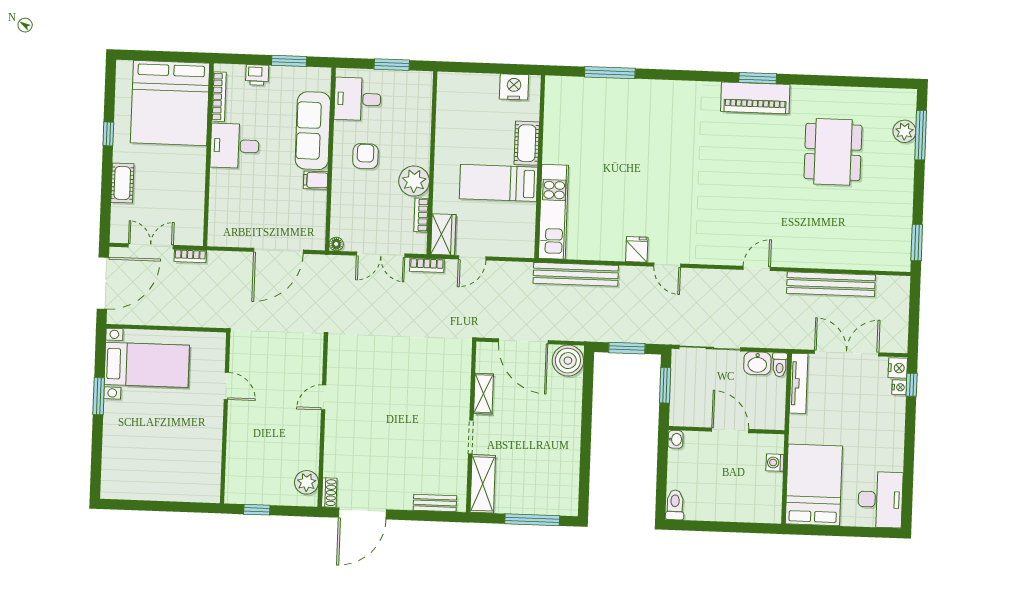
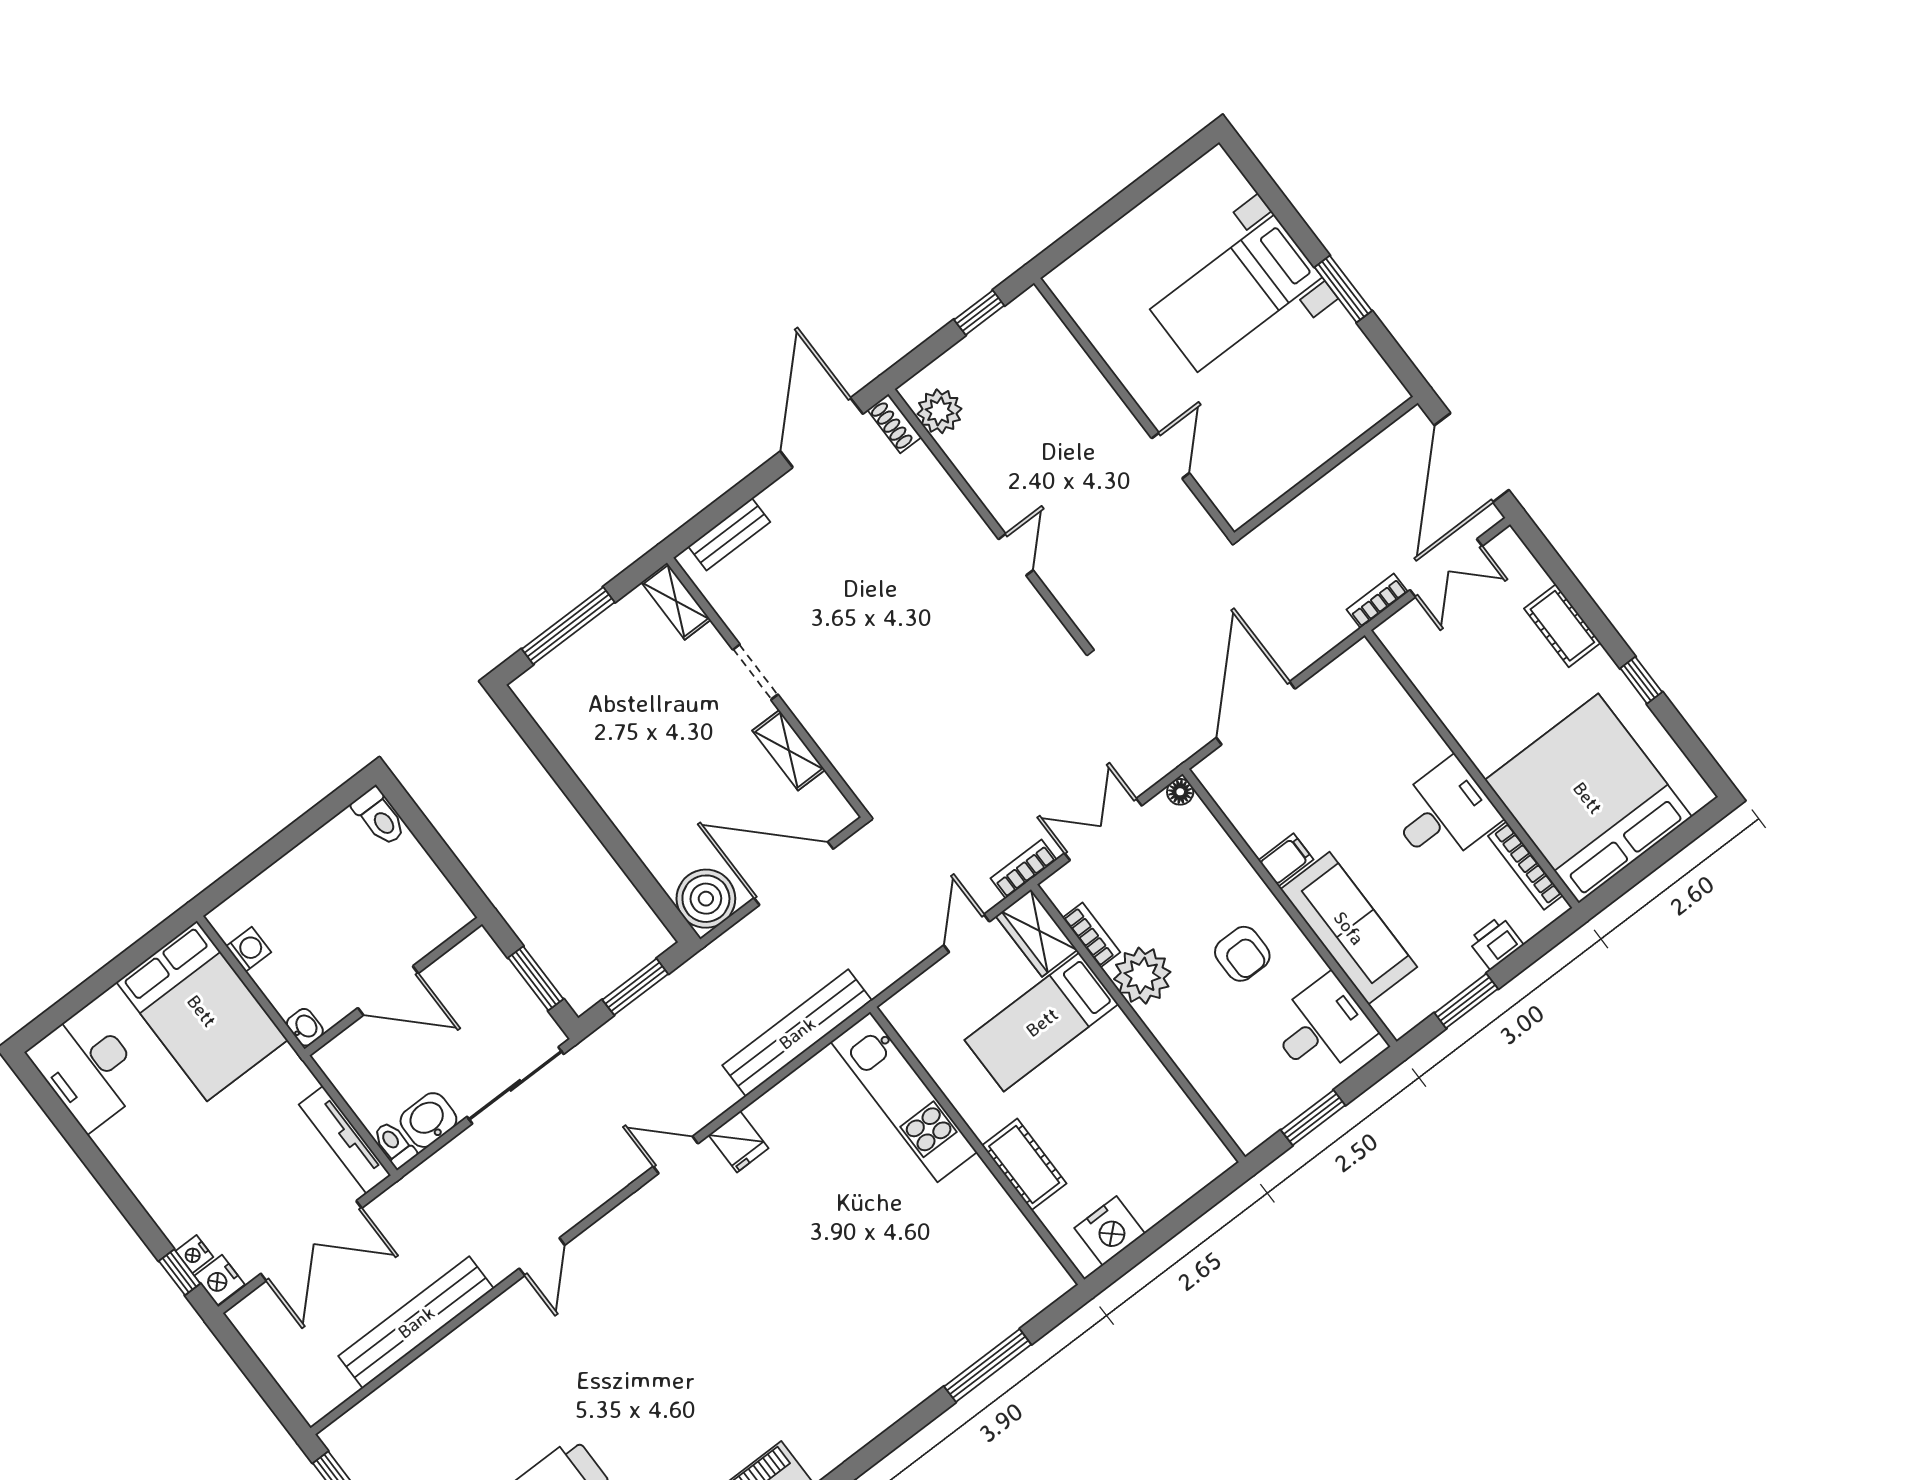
bed: (499, 183) -> (1042, 1022), moved, turned 180
bed with nightstands: (147, 365) -> (1236, 293), moved
door: (226, 386) -> (1171, 456), swing flipped
washbasin: (676, 439) -> (305, 1027), moved, turned 180
washing machine: (775, 463) -> (249, 949), moved
shelving: (483, 484) -> (676, 601), width x0.67, depth x0.75

